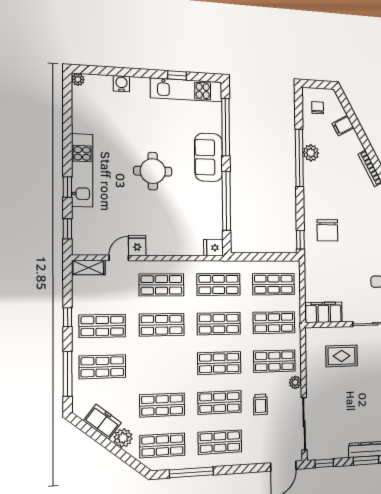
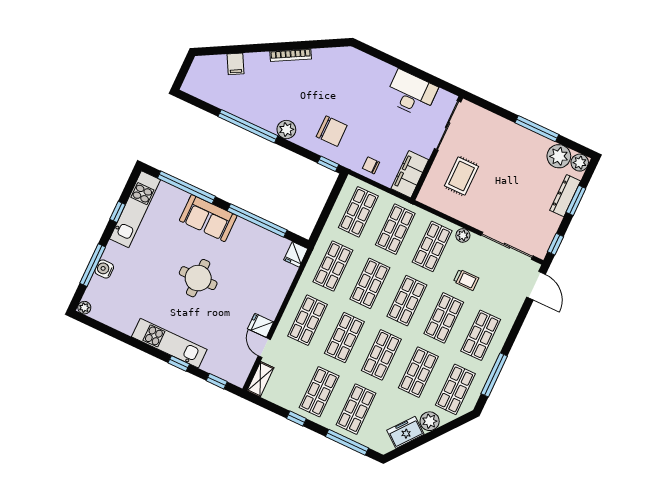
window: (120, 72) -> (93, 265), added
chair: (318, 108) -> (371, 165), moved
plant: (311, 153) -> (286, 130), moved
shop shelf: (162, 365) -> (381, 355), added

